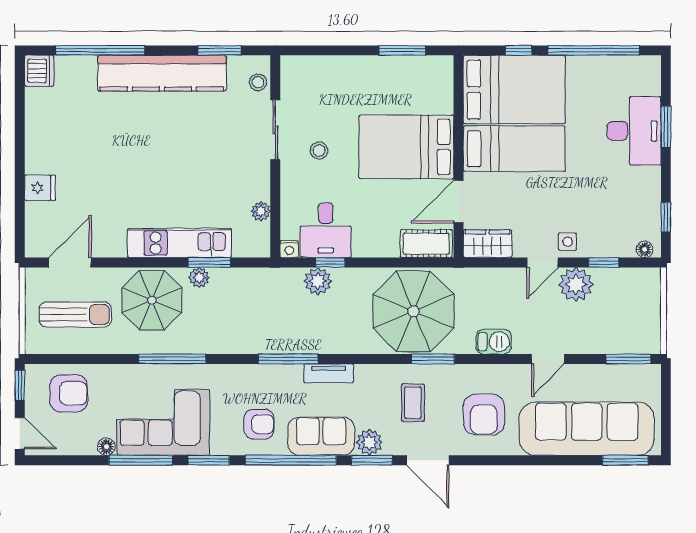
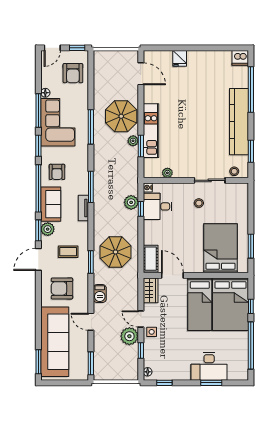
bed: (406, 147) -> (220, 248), moved
parasol: (414, 311) -> (115, 252), width x0.73, depth x0.73
sun lounger: (75, 315) -> (114, 77), removed

